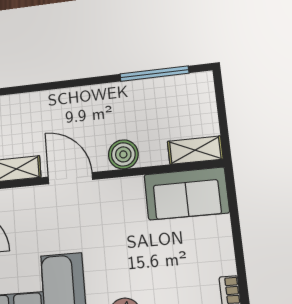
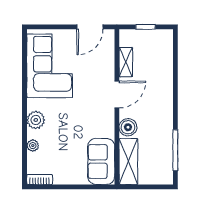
shelving: (195, 150) -> (128, 161), width x1.50, depth x1.33

